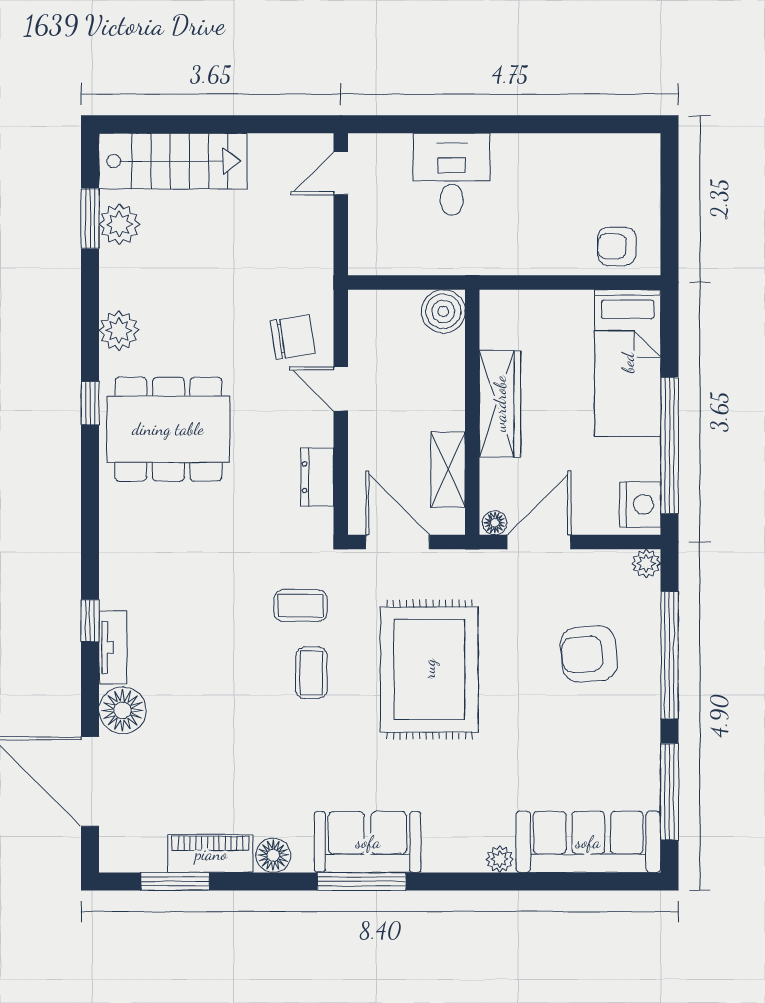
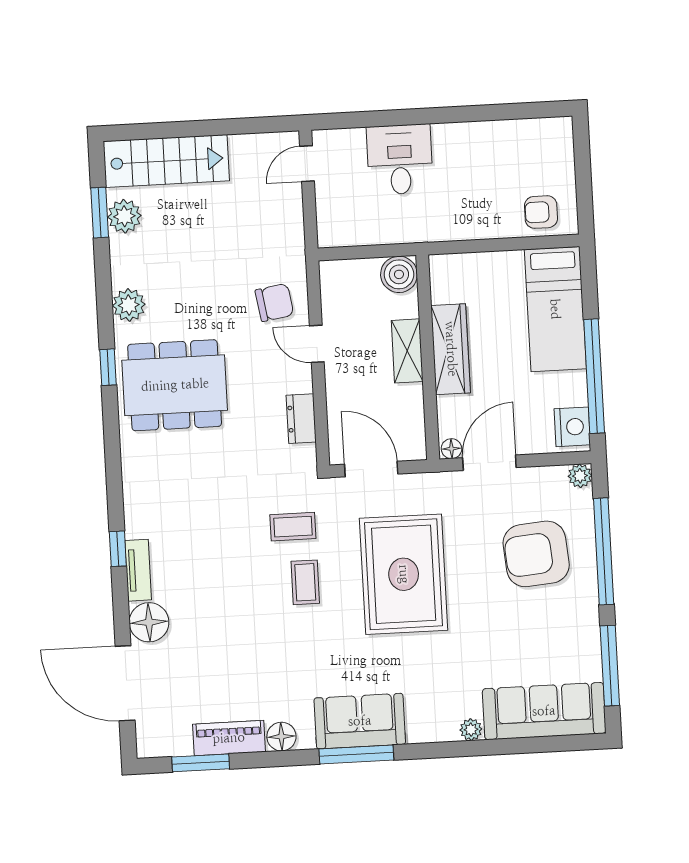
shelving: (448, 469) -> (407, 351), moved
armchair: (589, 654) -> (536, 554), width x1.36, depth x1.36

